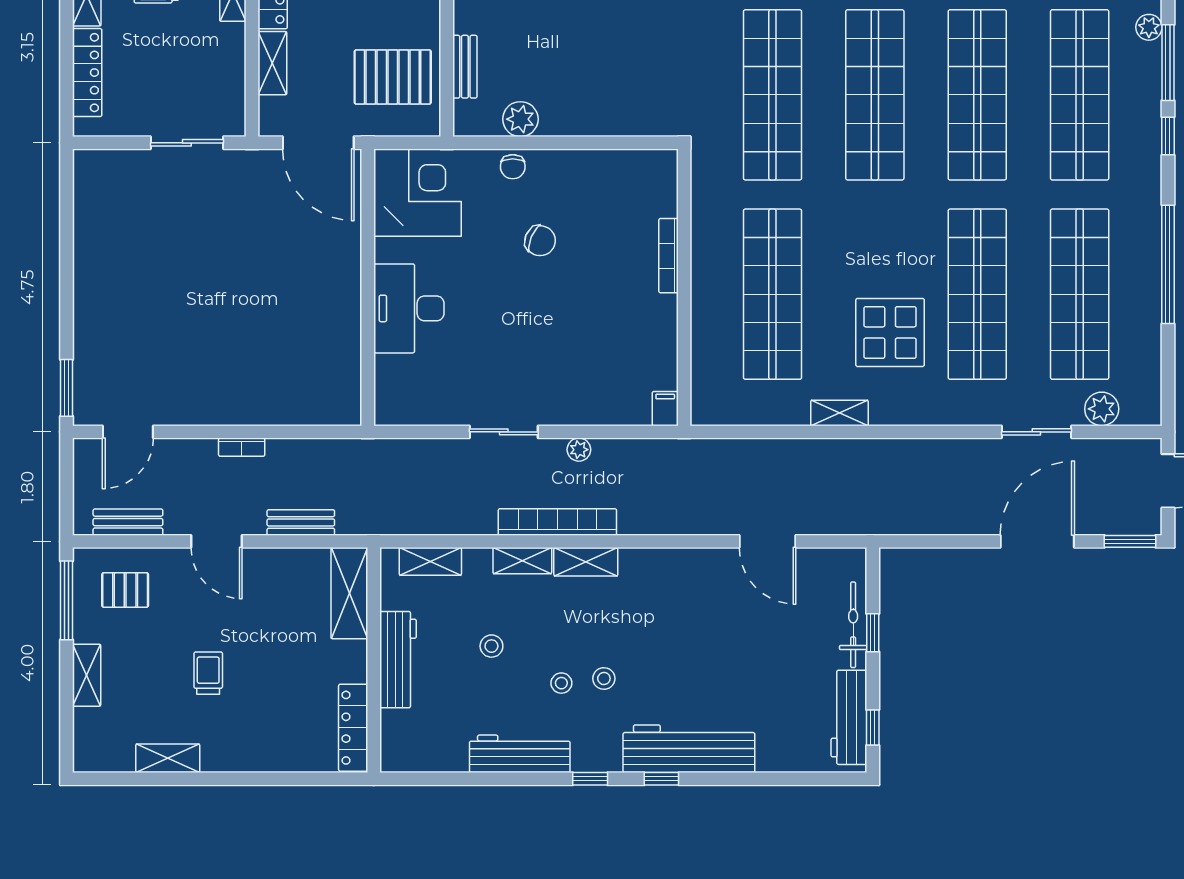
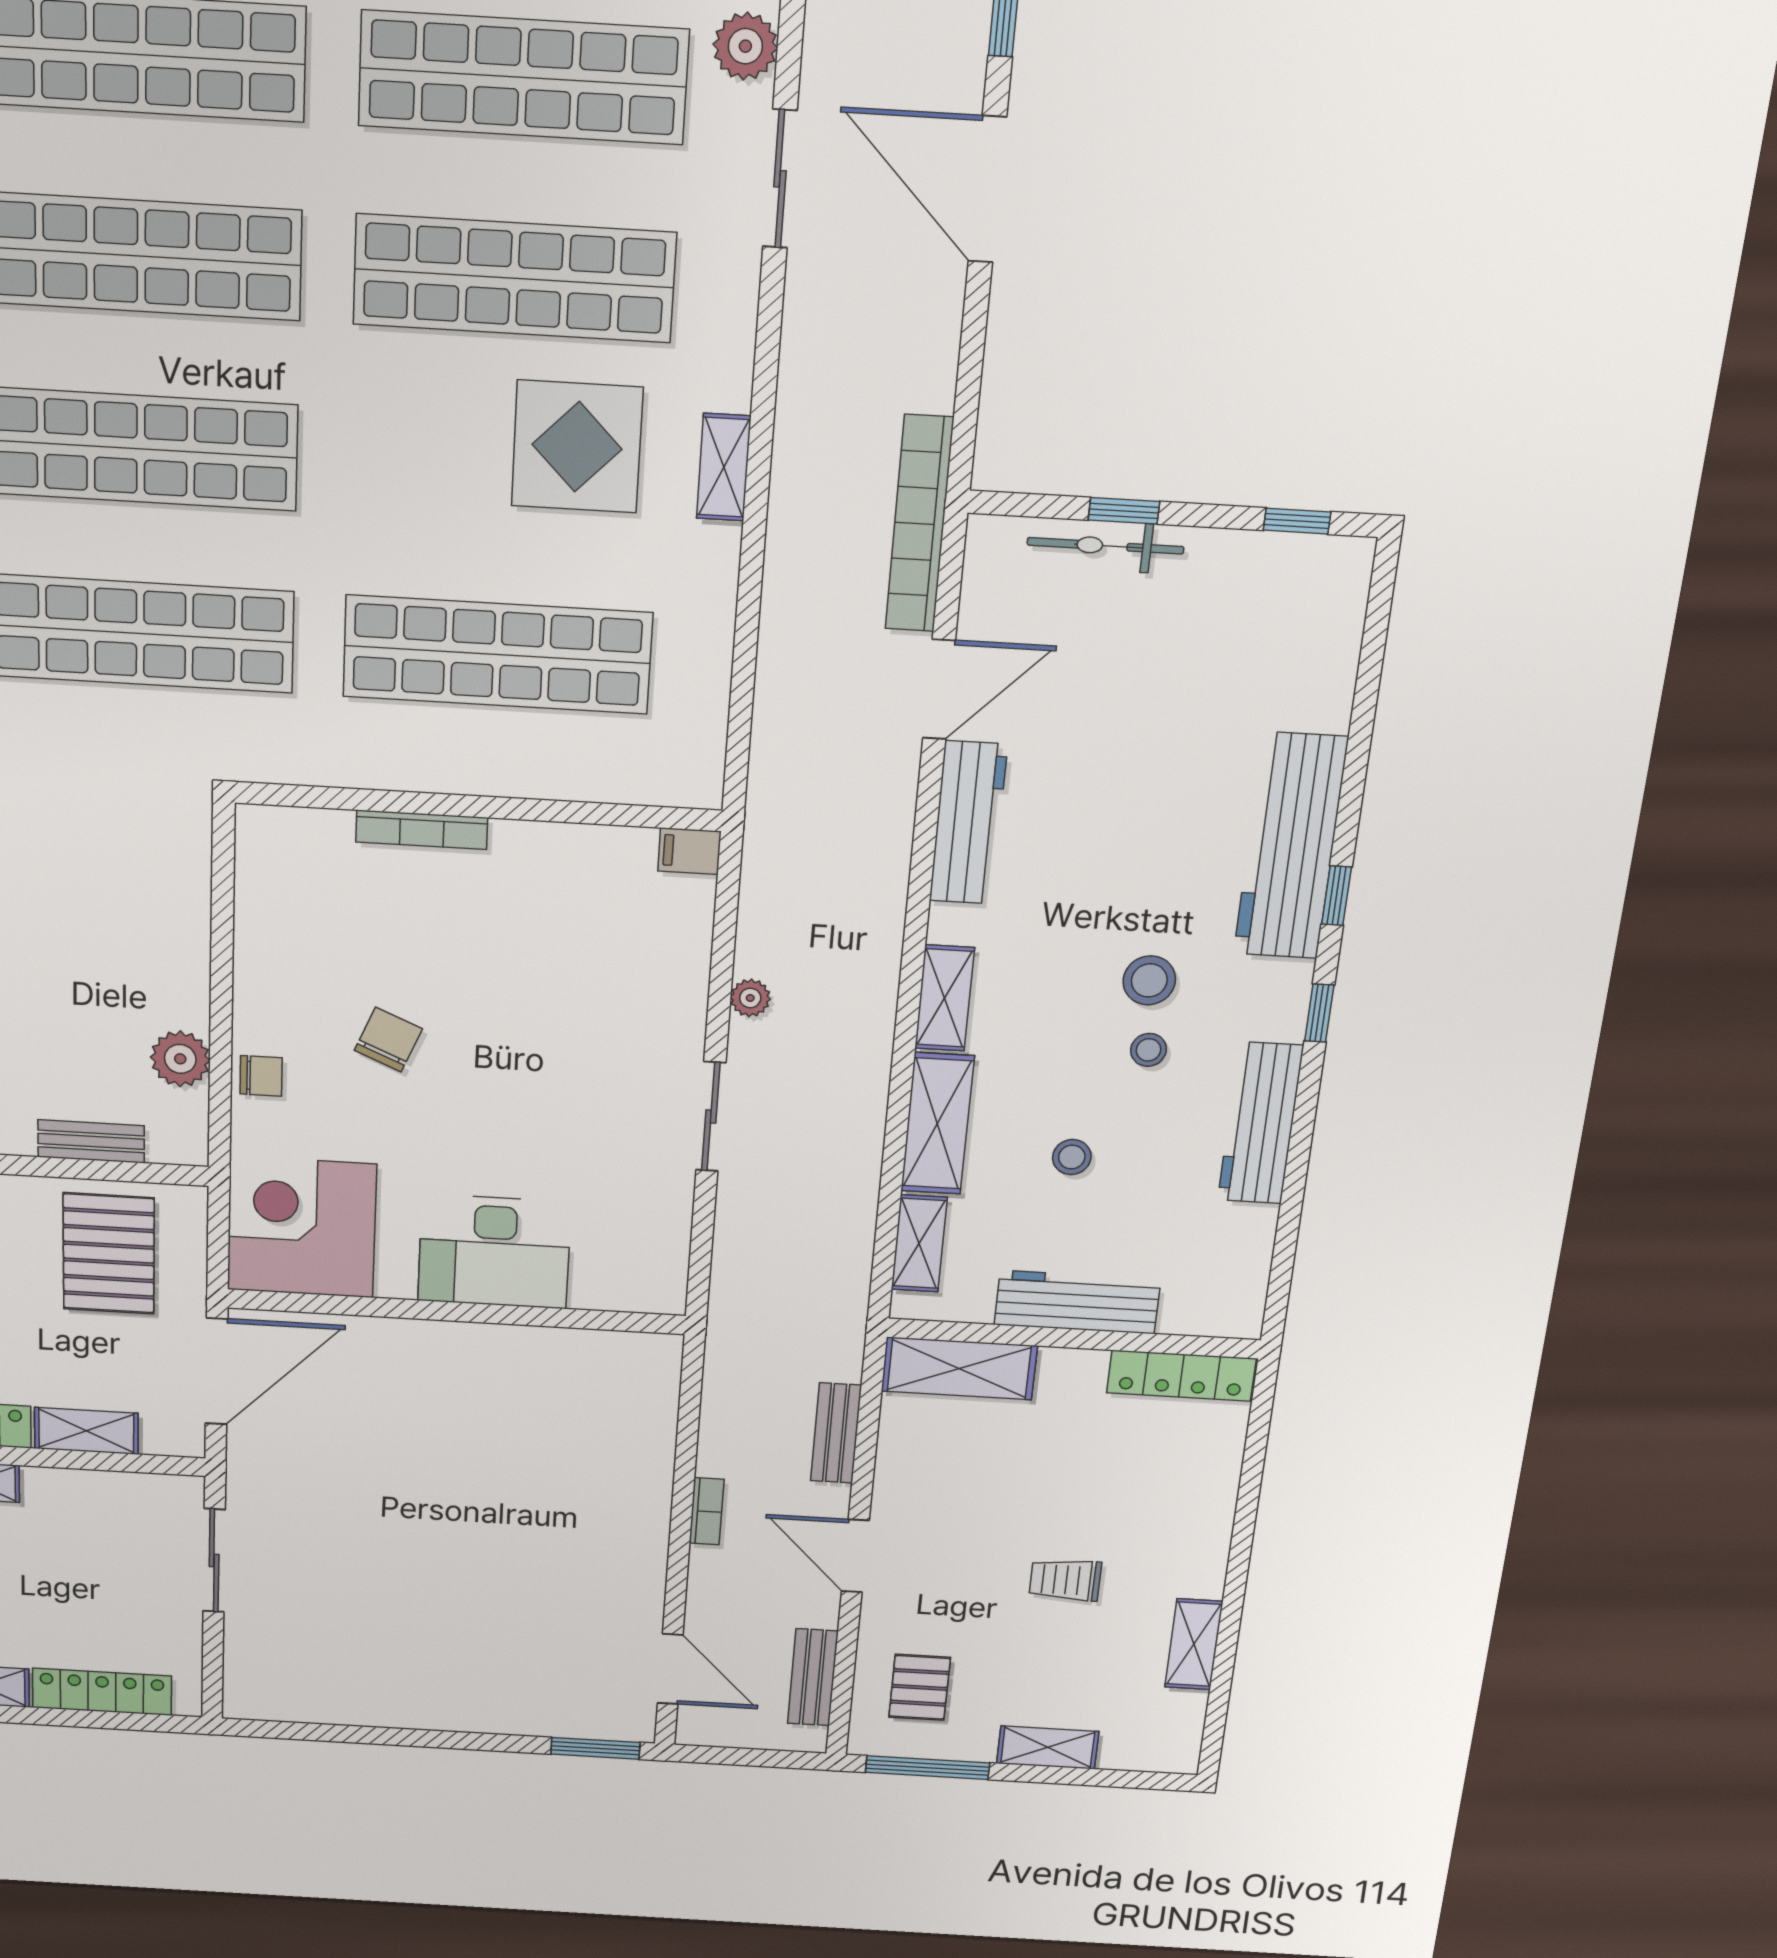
shelving: (839, 413) -> (724, 467), moved
bookcase: (557, 522) -> (919, 524), moved
door: (216, 541) -> (855, 1556), swing flipped
shelving: (522, 561) -> (937, 1124), width x1.50, depth x1.33
stool: (604, 678) -> (1149, 980), width x1.37, depth x1.37
workbench: (849, 717) -> (968, 823), moved, turned -90

